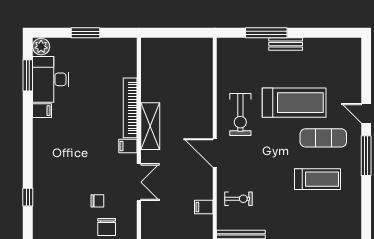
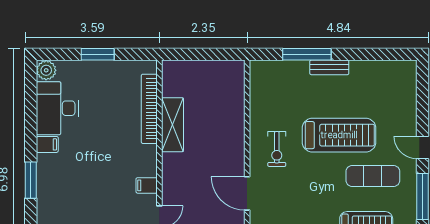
window: (28, 75) -> (31, 180), moved
bookcase: (130, 108) -> (149, 109), moved
exercise bike: (240, 115) -> (277, 149), width x0.73, depth x0.72
shelving: (150, 126) -> (172, 125), moved

